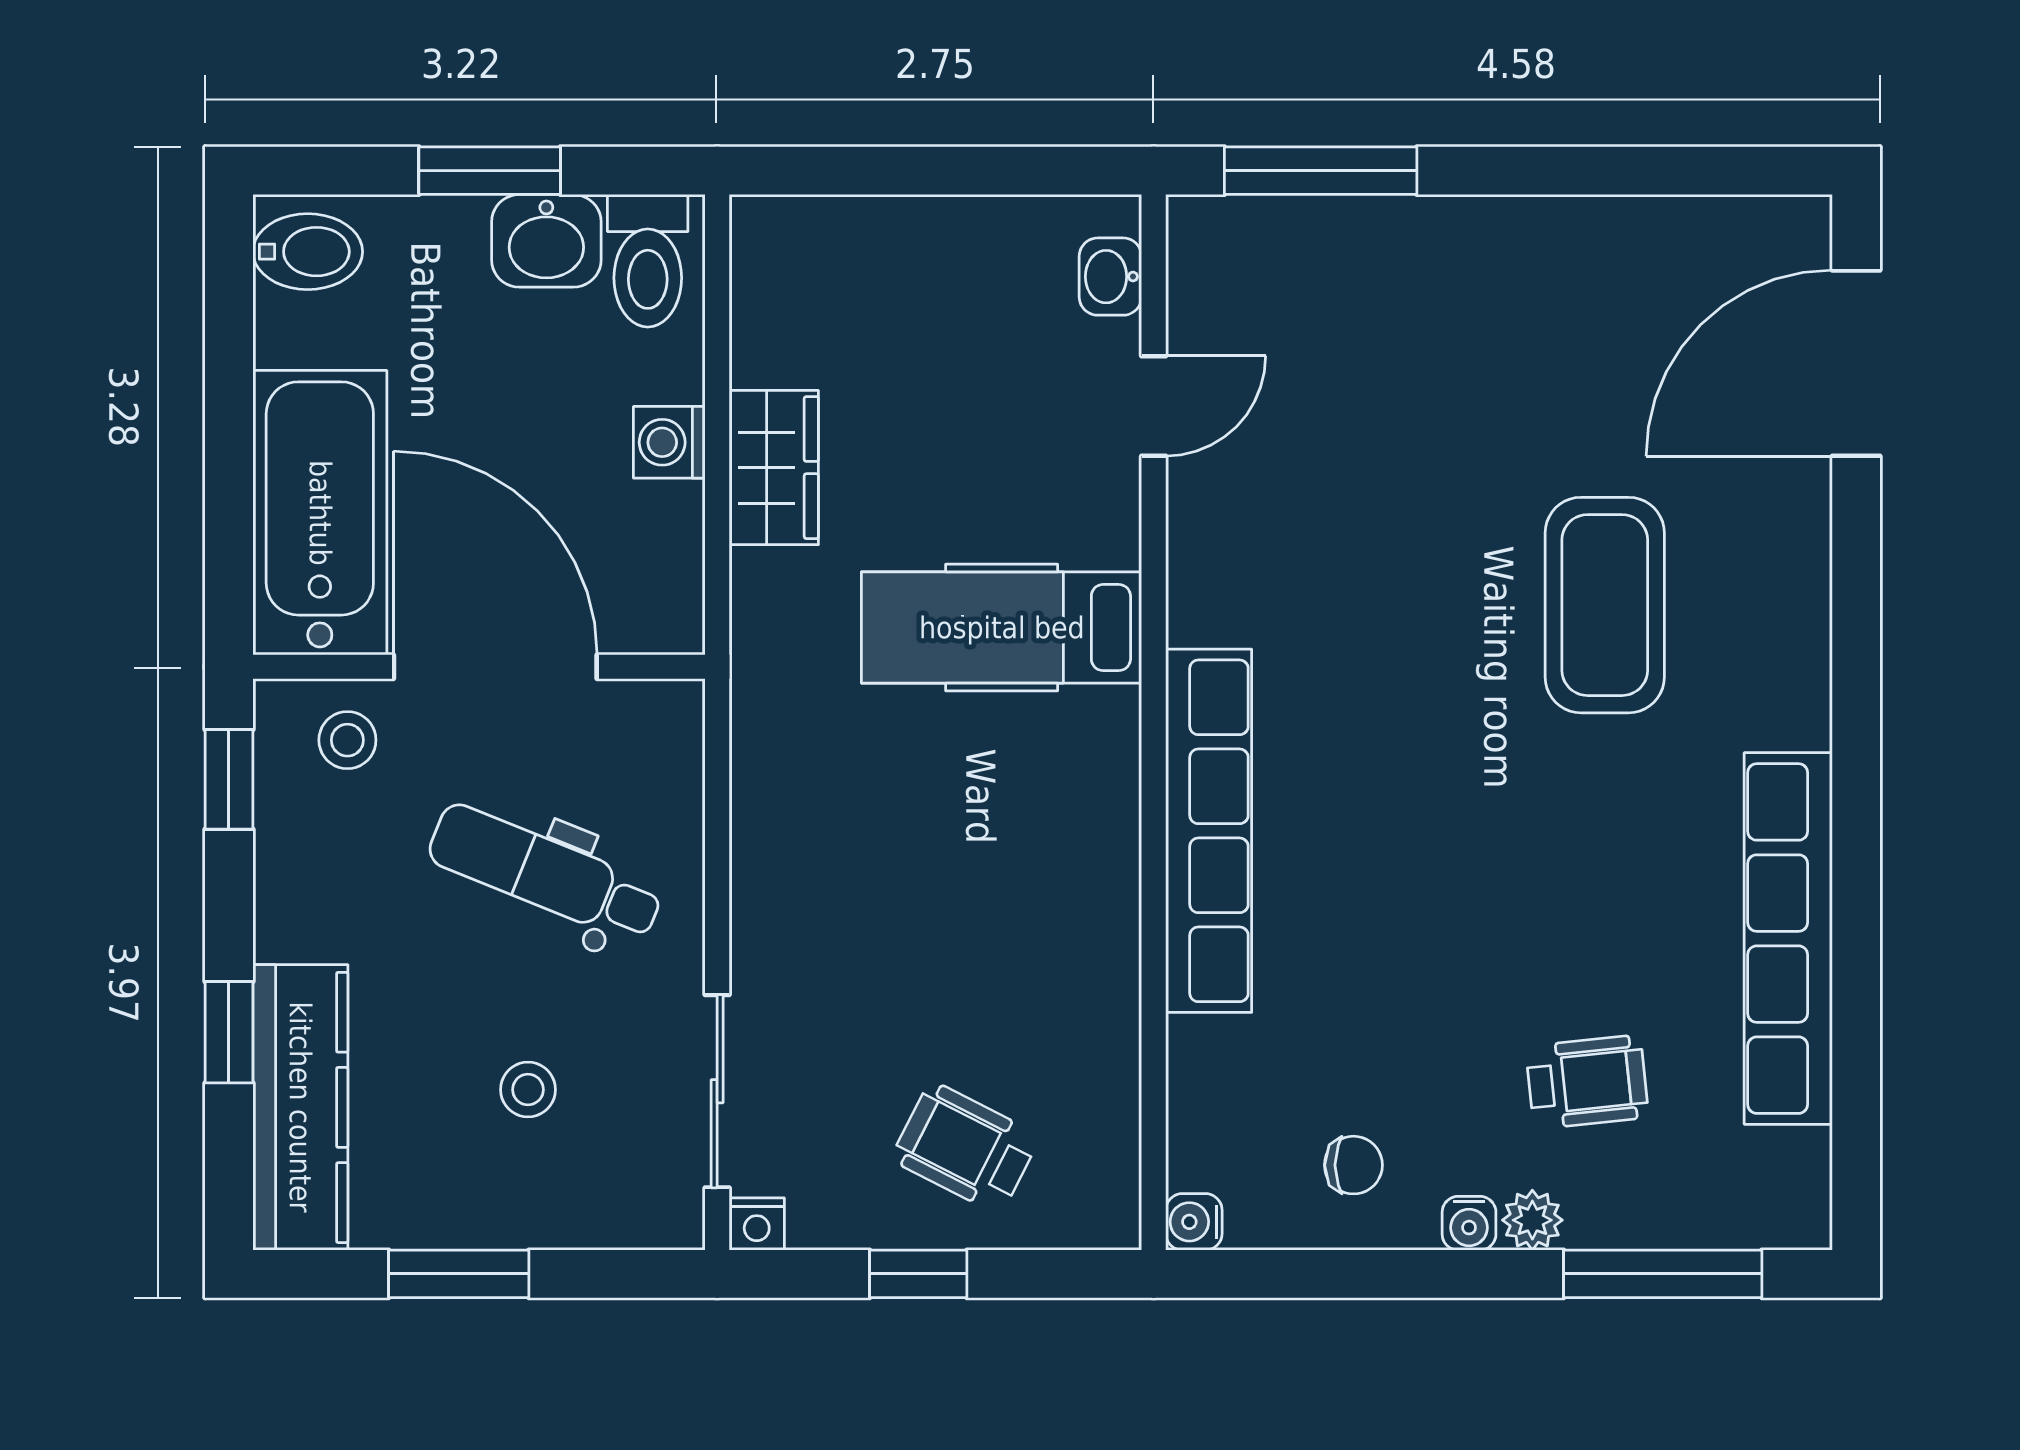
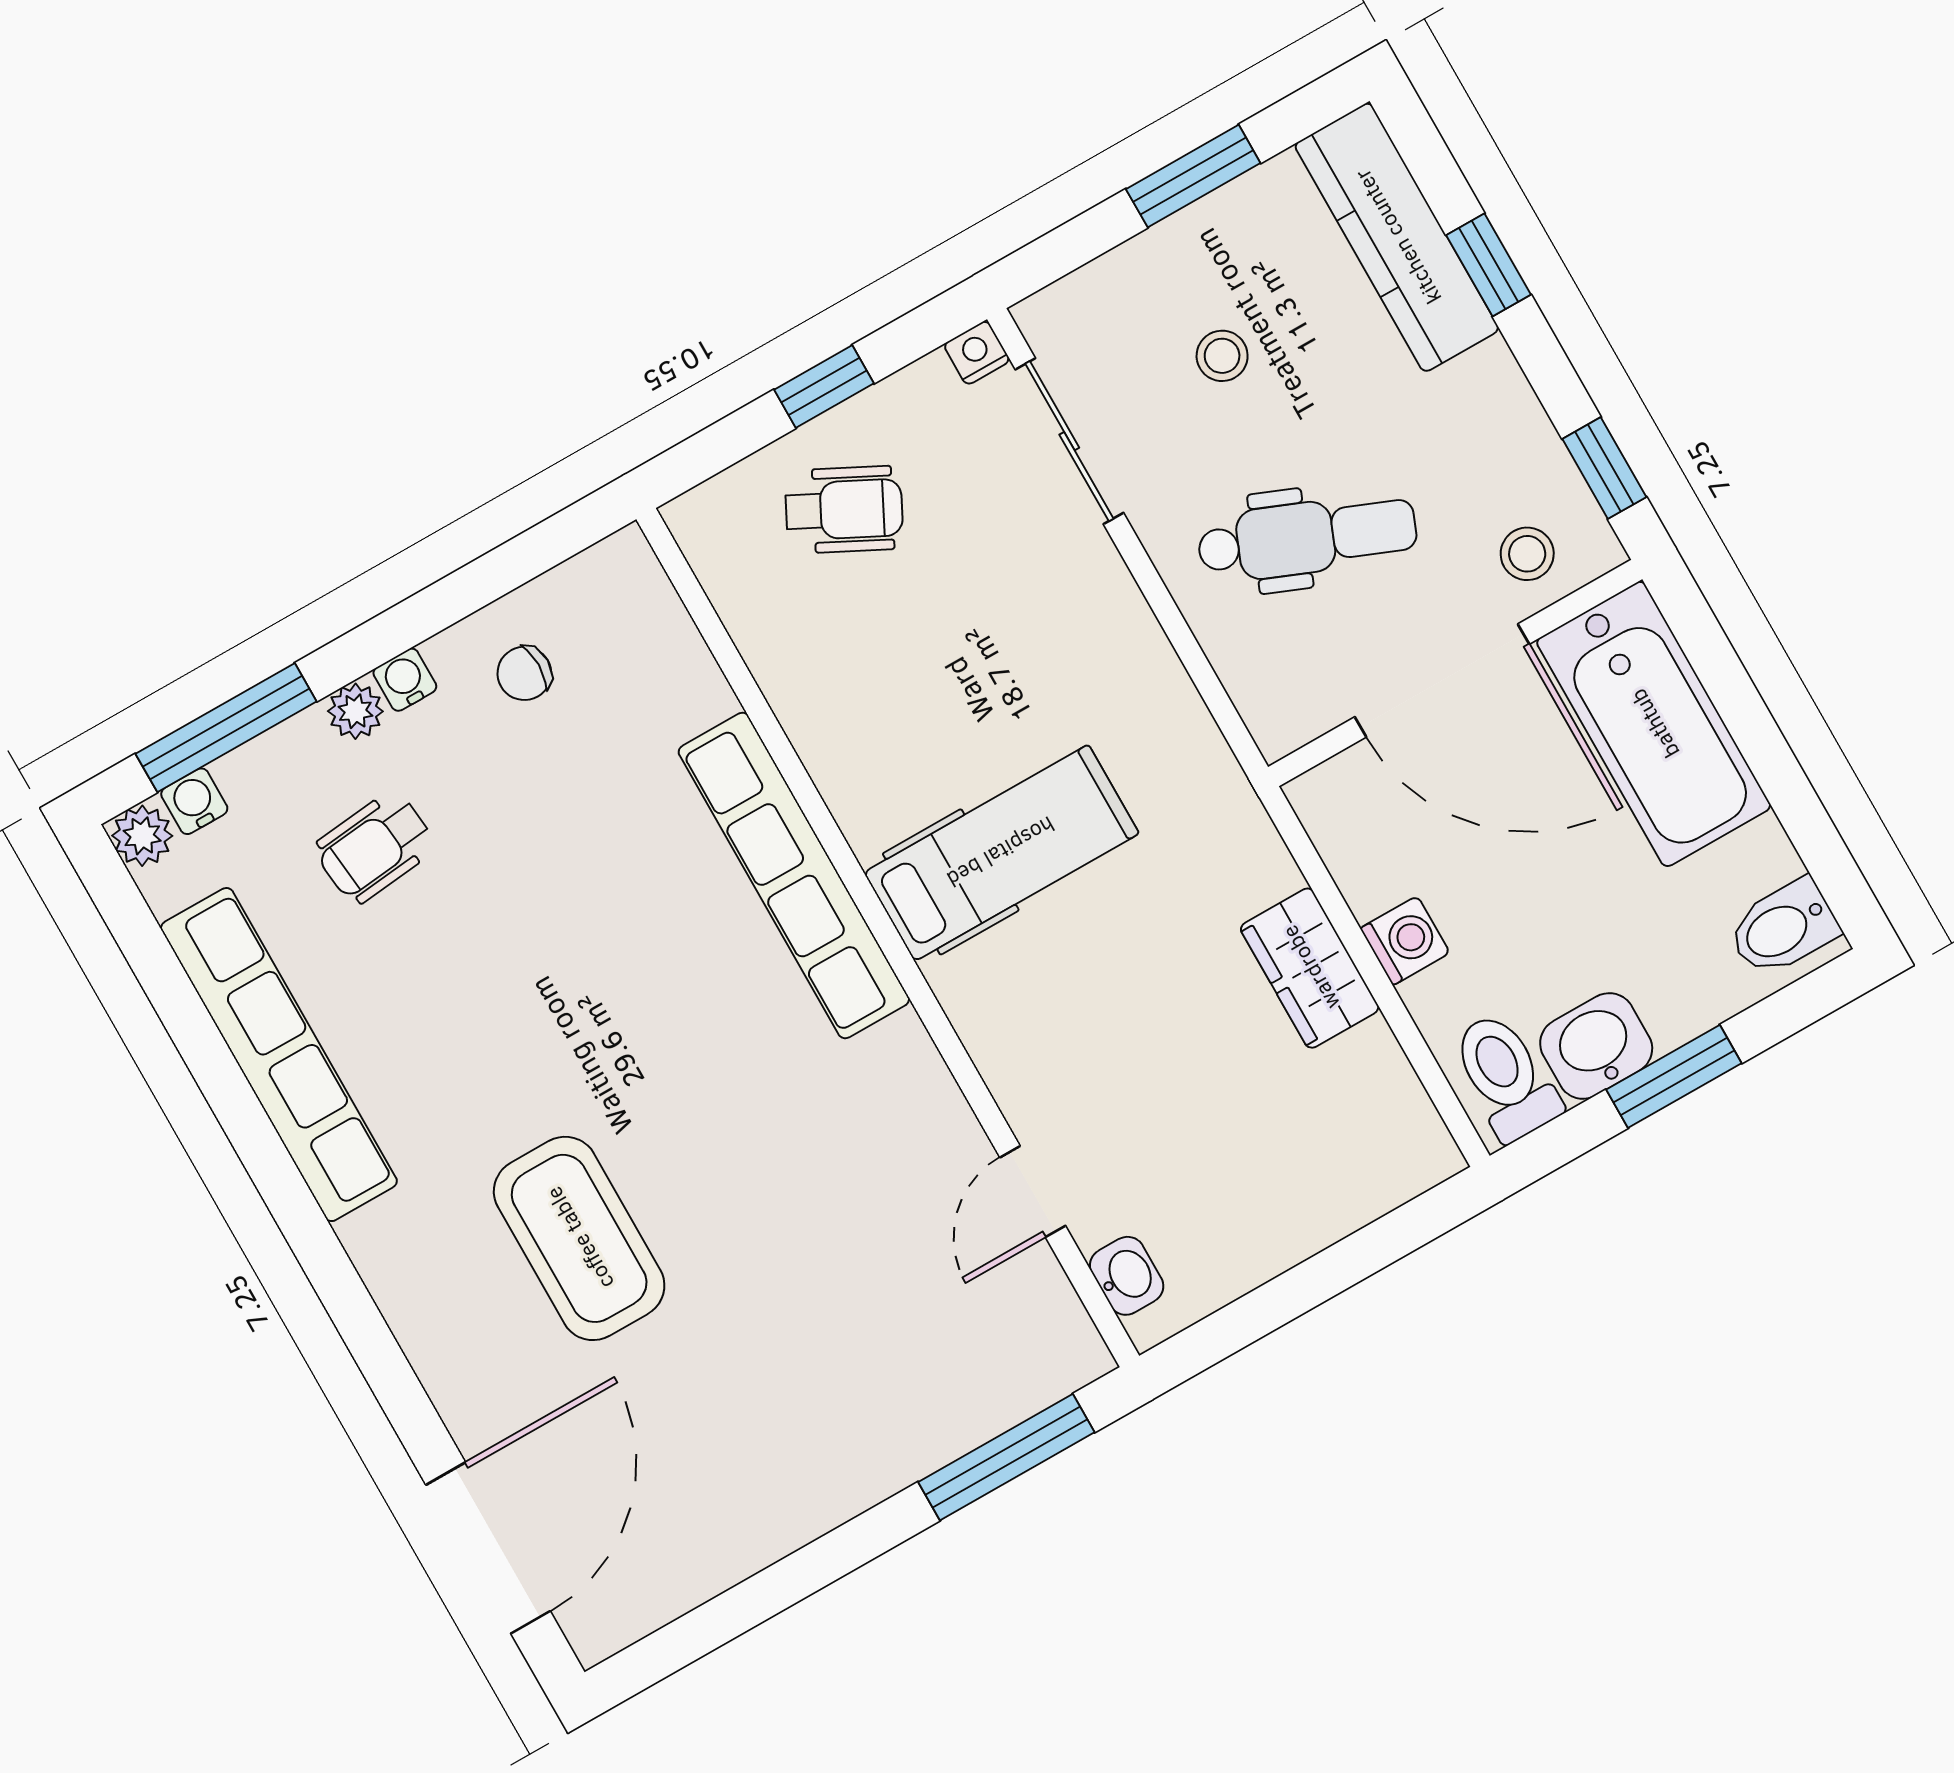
hospital bed: (1002, 628) -> (1001, 853), moved
plant: (1799, 1217) -> (142, 836), added
water cooler: (1194, 1222) -> (194, 801), moved, turned -90

